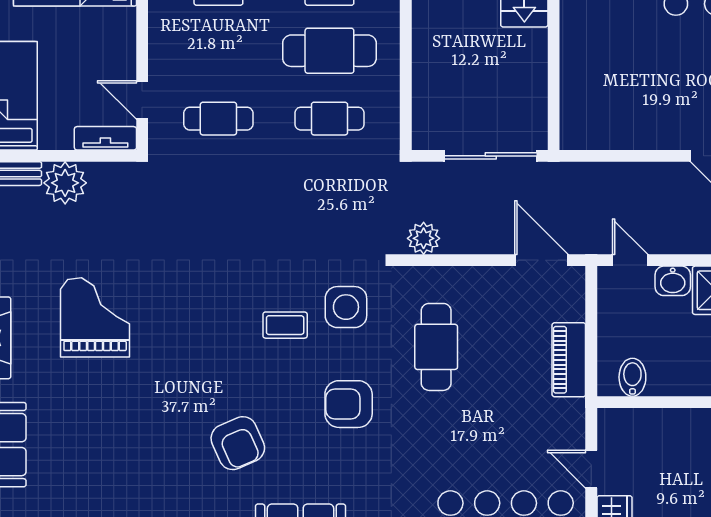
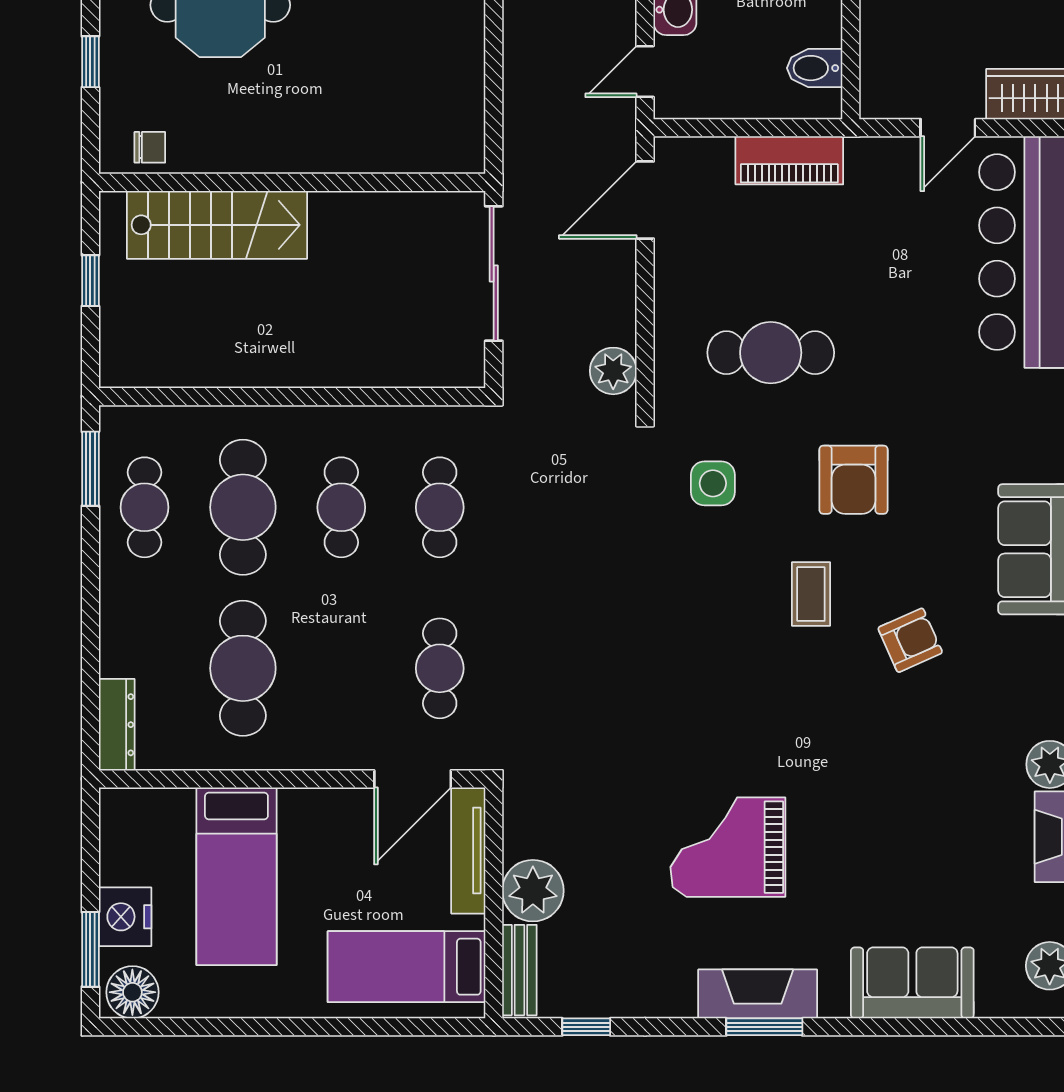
cafe table: (329, 51) -> (341, 507), width x0.73, depth x0.74
door: (142, 100) -> (413, 779), width x1.38
tv unit: (105, 138) -> (468, 850), width x1.41
side table: (346, 307) -> (713, 483), width x0.73, depth x0.73
coffee table: (285, 325) -> (811, 594), moved
armchair: (238, 443) -> (910, 640), width x0.72, depth x0.72

